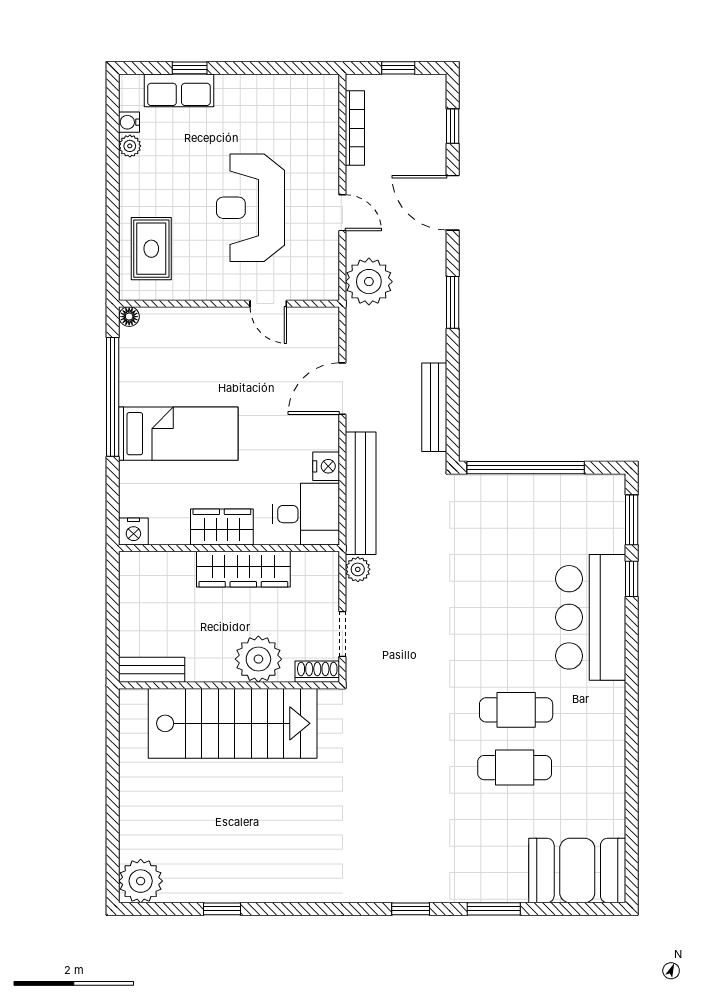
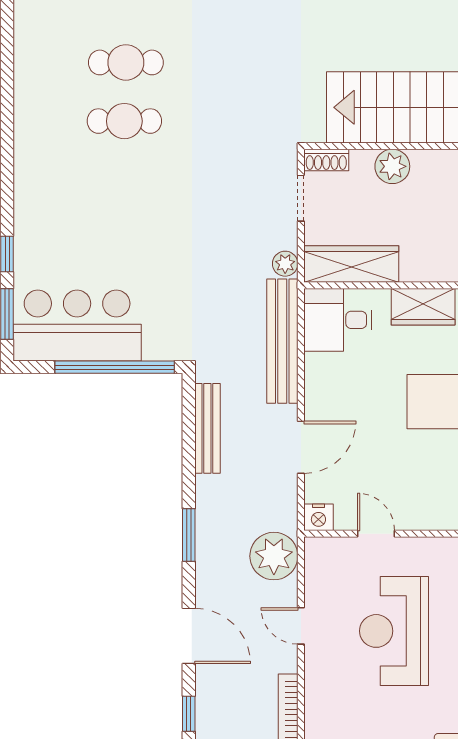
reception desk: (251, 208) -> (394, 631), turned 180
nightstand: (326, 466) -> (318, 517), moved, turned -90
wardrobe: (243, 569) -> (351, 264), moved
bar counter: (591, 617) -> (77, 326), moved, turned -90
plant: (258, 659) -> (392, 166), width x0.73, depth x0.73

